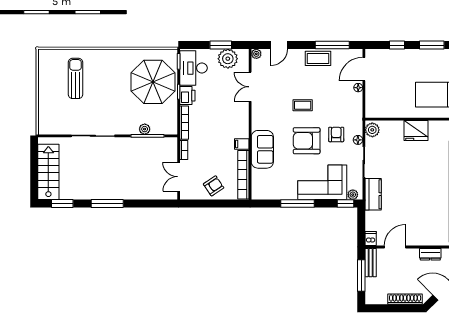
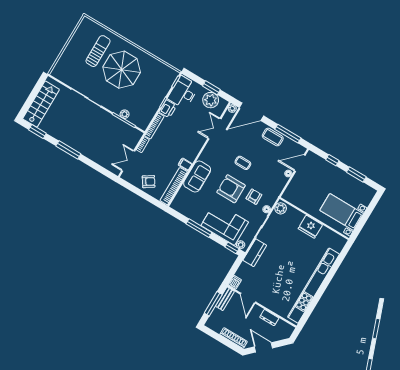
door: (279, 45) -> (251, 112), width x1.87
parasol: (153, 82) -> (122, 70), moved
door: (395, 247) -> (248, 298), swing flipped

